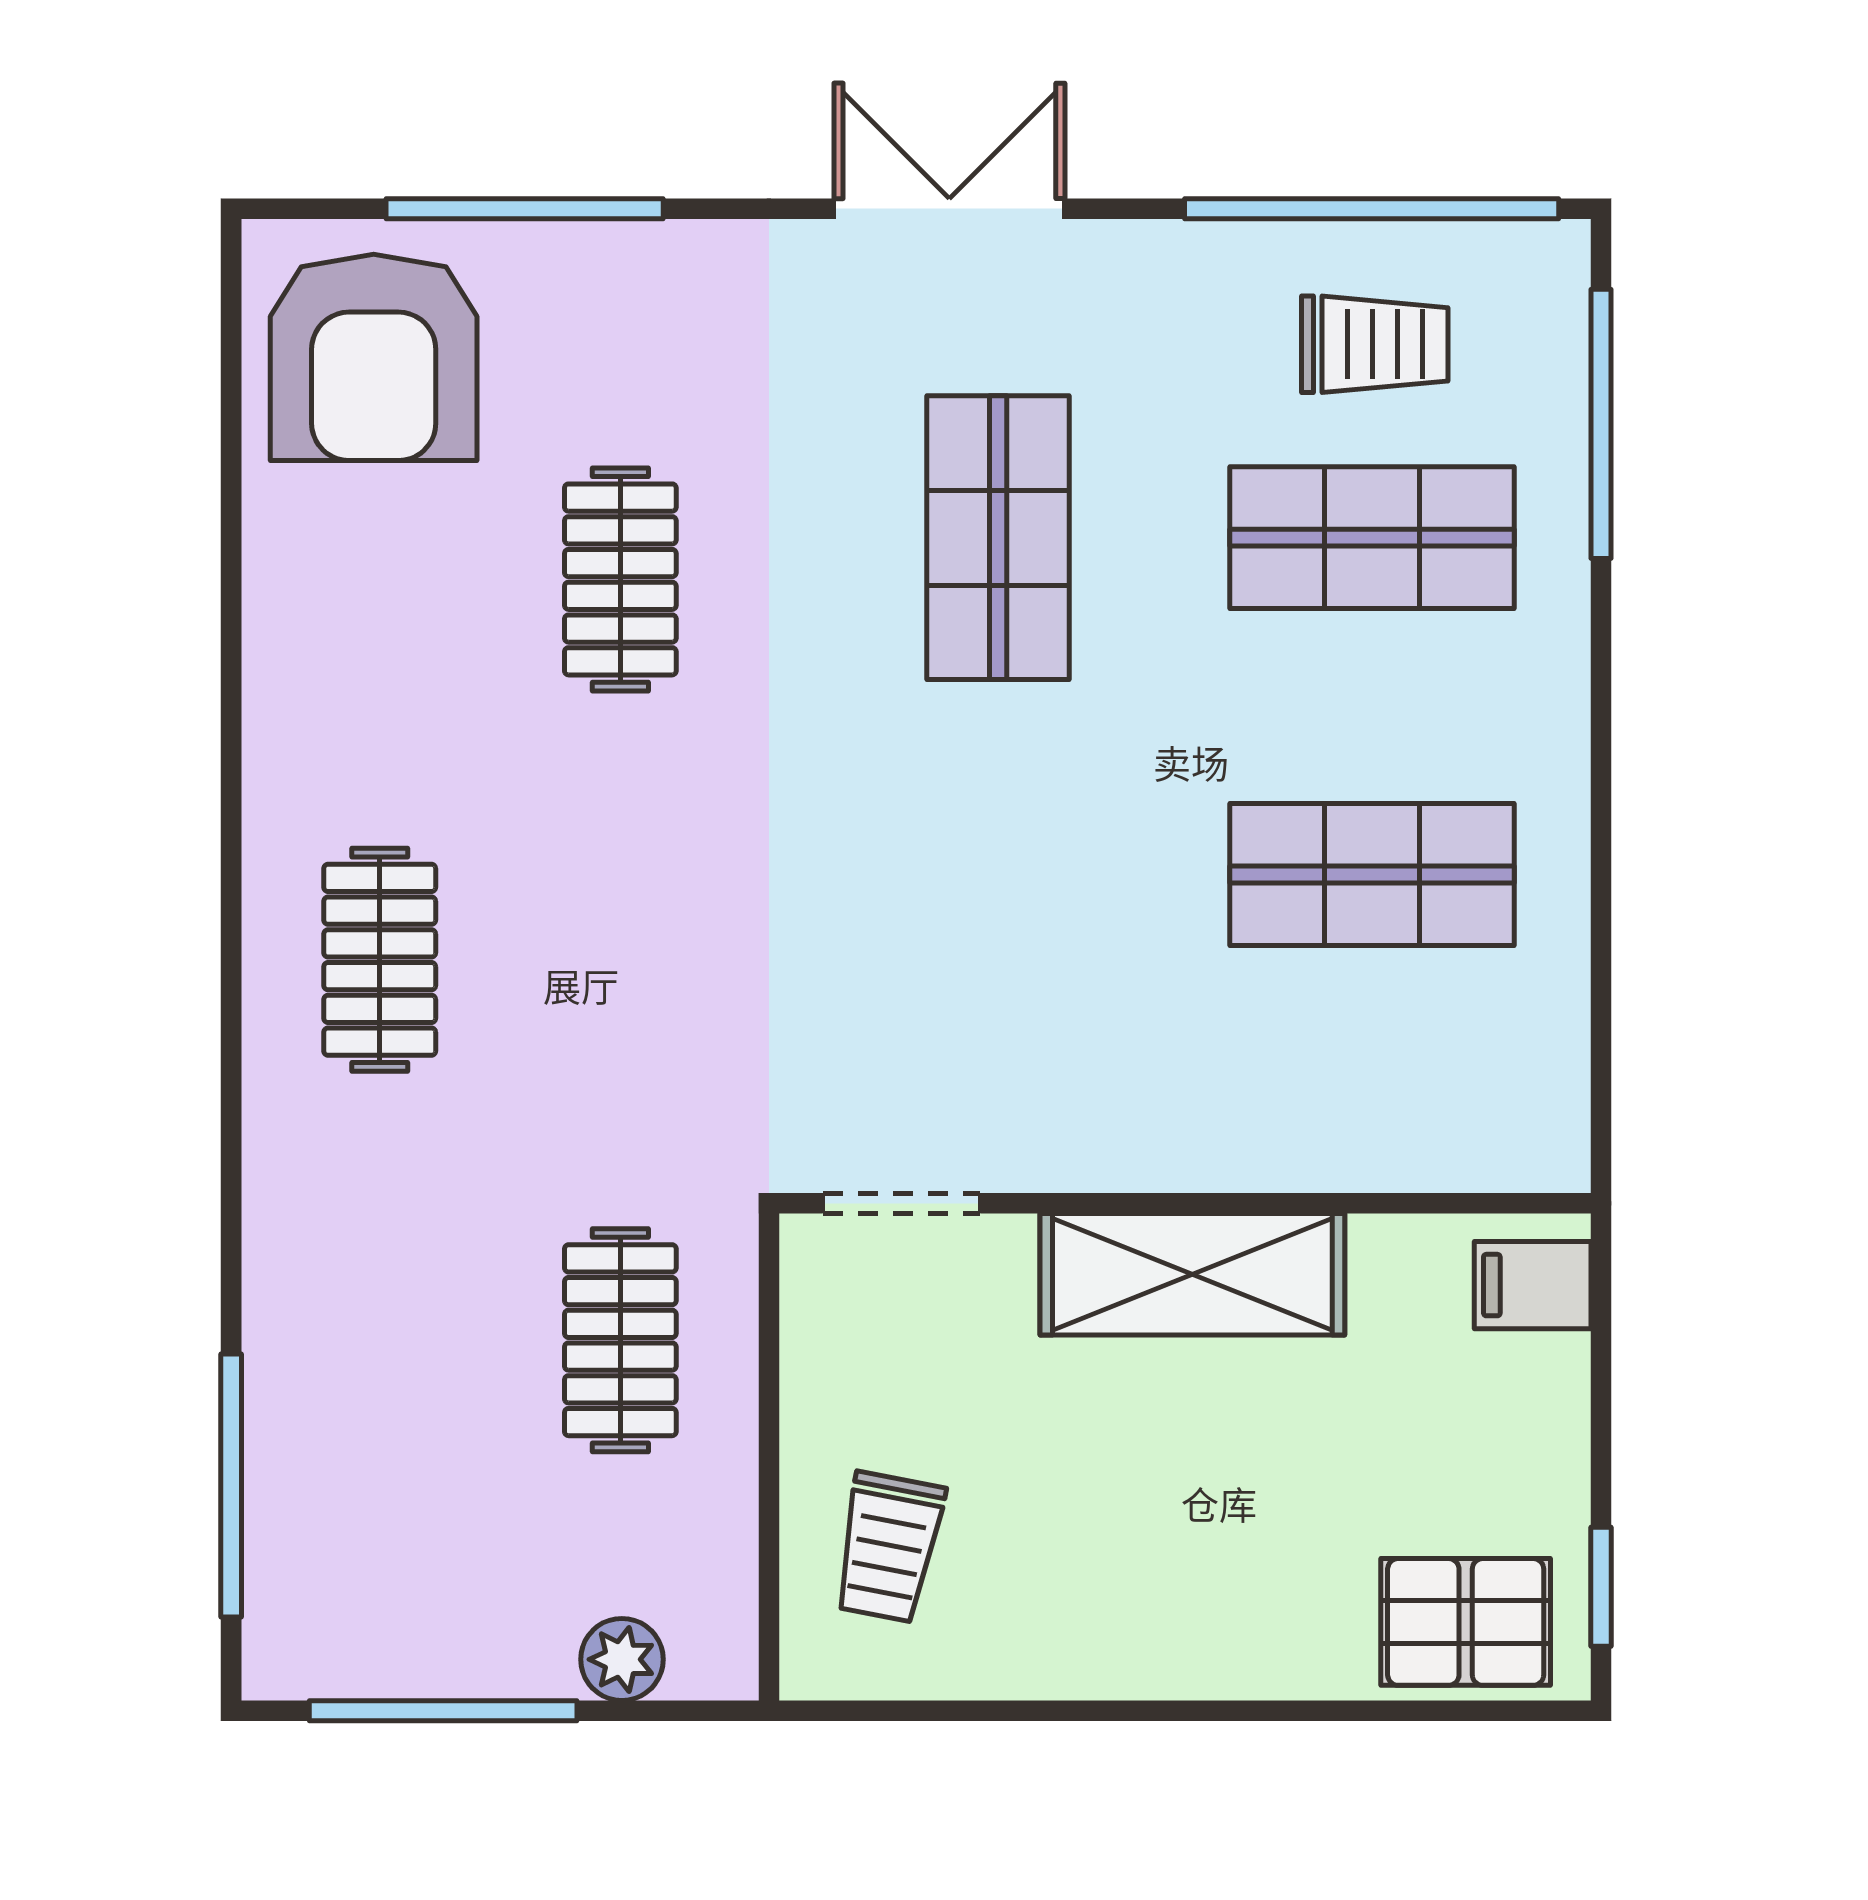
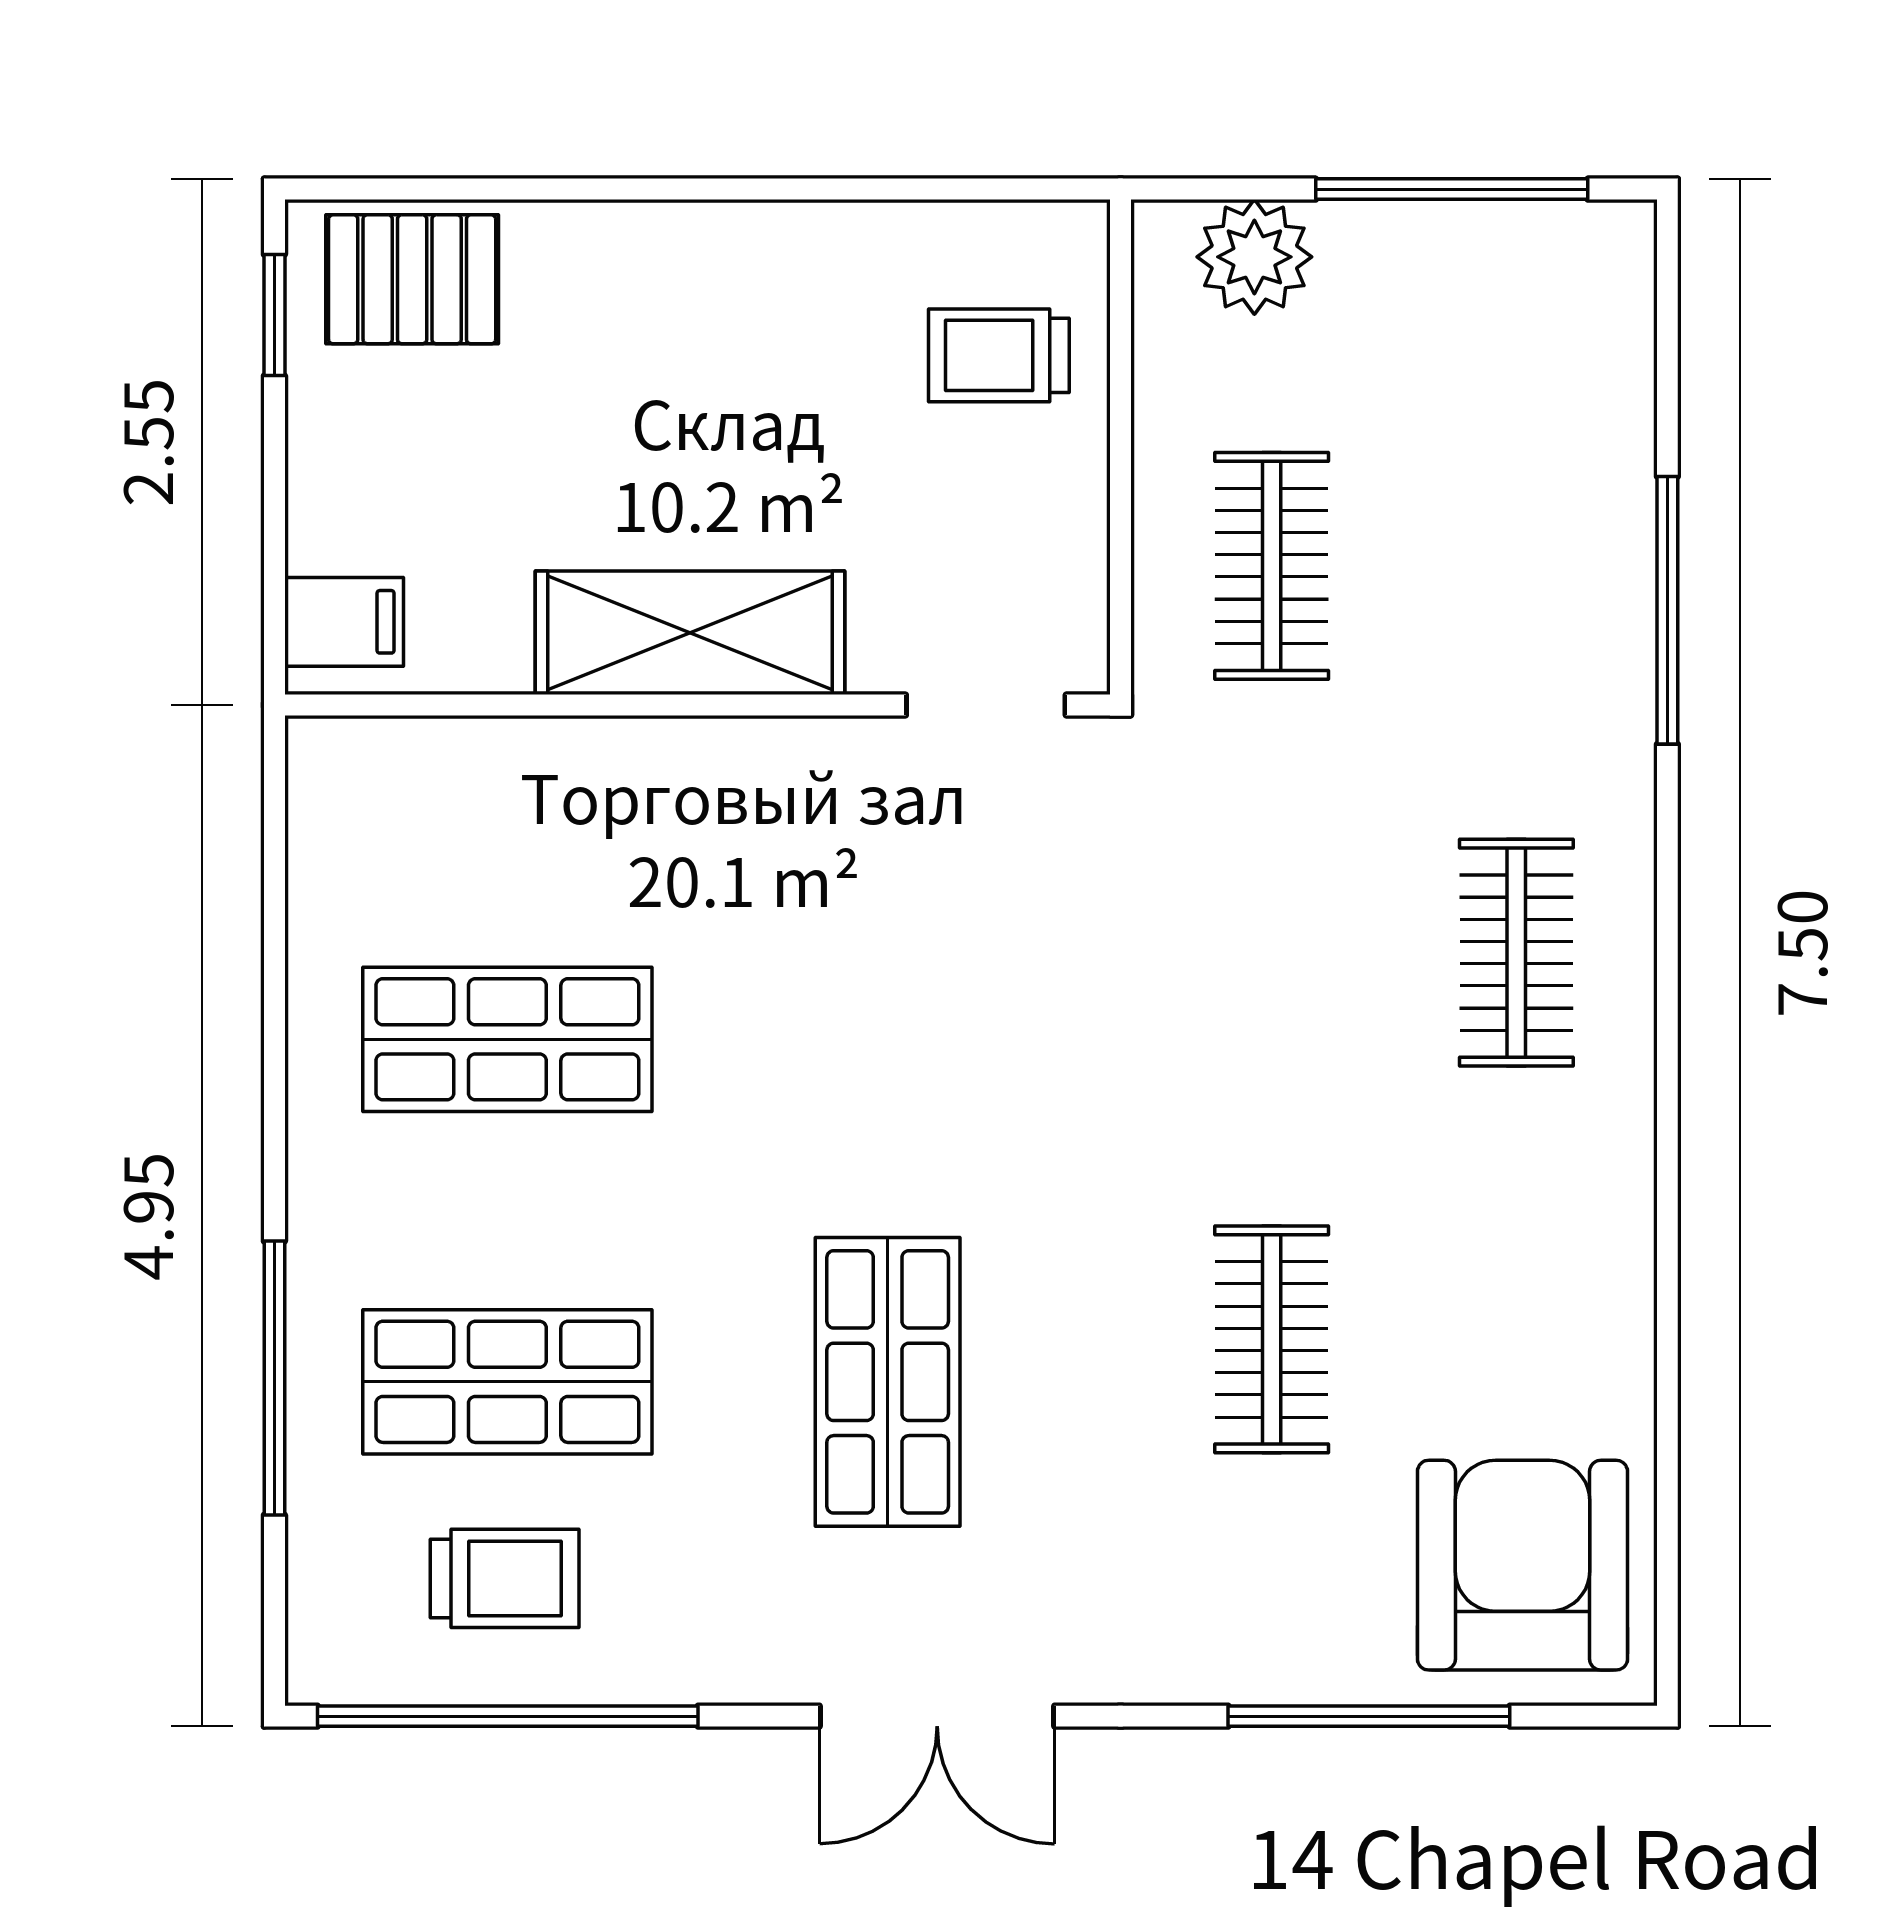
trolley: (1375, 344) -> (505, 1578), turned 180
window: (1601, 424) -> (274, 1378), moved
window: (231, 1486) -> (1667, 610), moved
trolley: (889, 1547) -> (999, 355), turned -101
plant: (622, 1659) -> (1254, 257), width x1.38, depth x1.38

